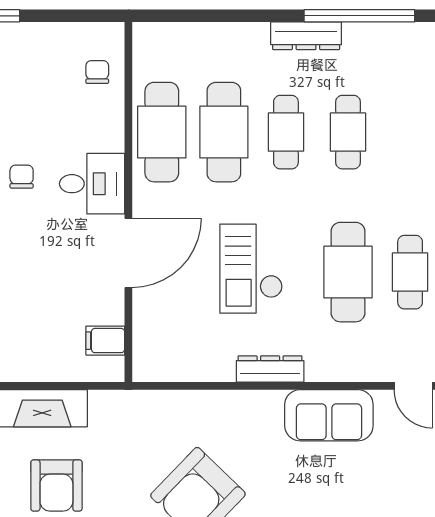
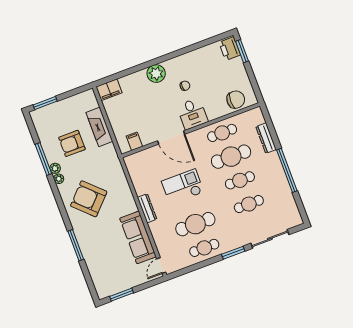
window: (359, 16) -> (287, 170), moved
dresser: (306, 36) -> (266, 138), moved
chair: (97, 72) -> (236, 100), width x1.87, depth x1.87
cafe table: (162, 132) -> (222, 133), width x0.73, depth x0.74
sofa: (329, 415) -> (138, 237), width x1.36

